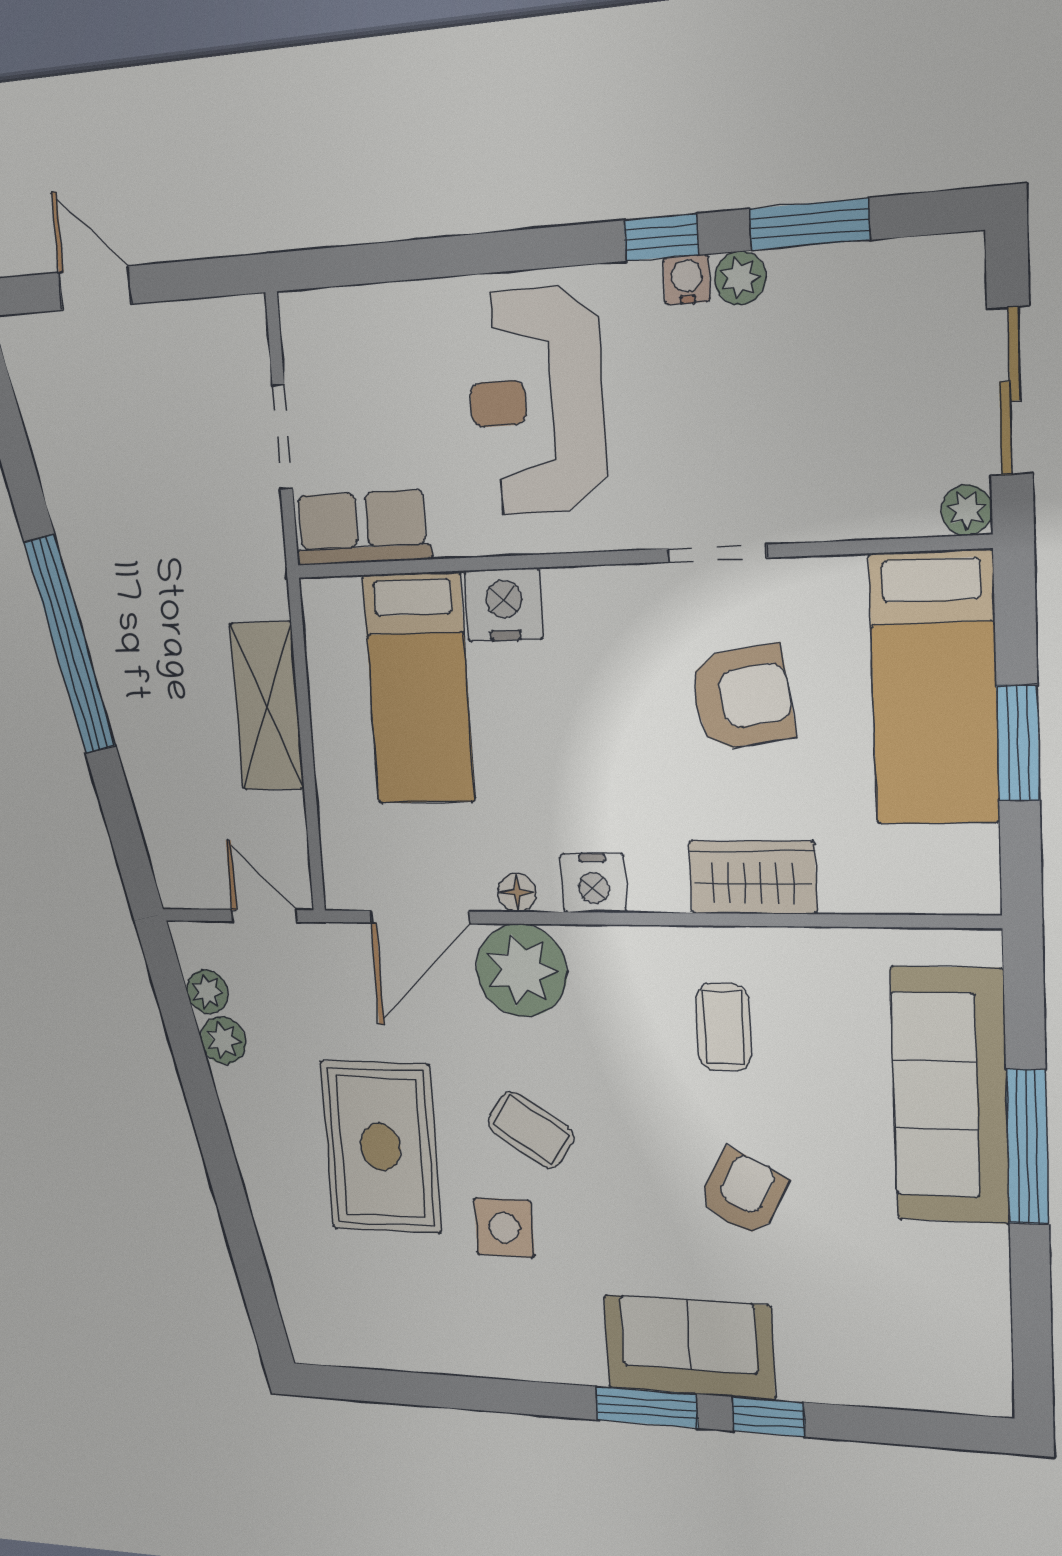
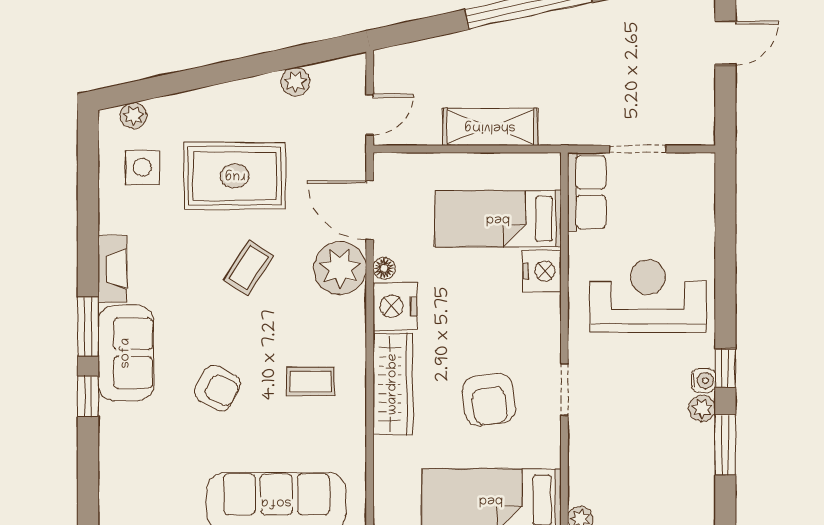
wardrobe: (753, 877) -> (393, 384), width x1.50
nightstand: (594, 883) -> (395, 306), width x1.36, depth x1.33
plant: (207, 992) -> (133, 116), moved
side table: (504, 1228) -> (142, 167), moved
fireplace: (547, 1359) -> (112, 269), added

